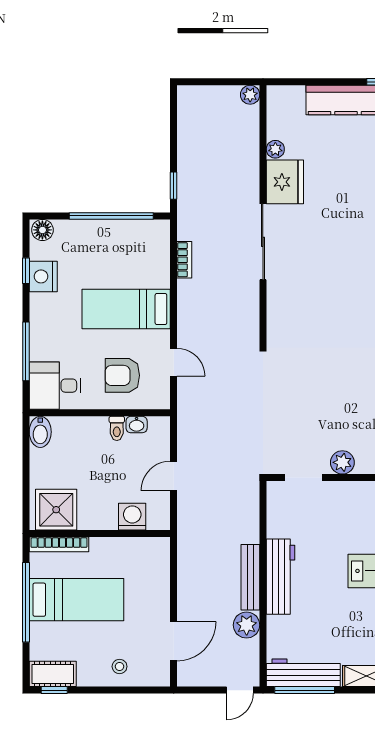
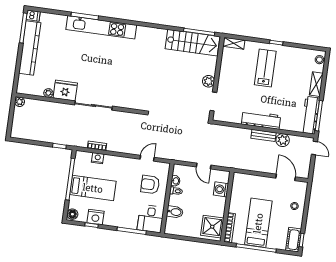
nightstand: (160, 264) -> (98, 158), added
bed: (126, 309) -> (93, 188), moved, turned -90
armchair: (122, 375) -> (150, 185), turned 90
bidet: (40, 432) -> (175, 212), moved
bench: (250, 577) -> (264, 135), width x0.73

